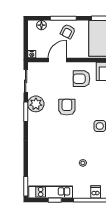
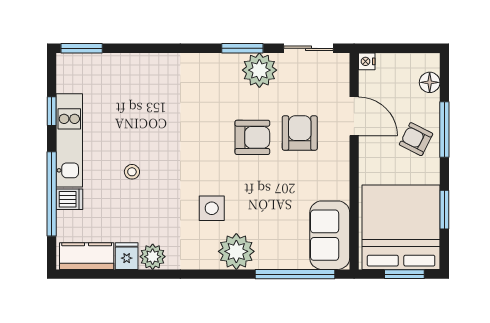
armchair: (81, 79) -> (300, 133), moved
kitchen unit: (51, 192) -> (69, 140), moved

